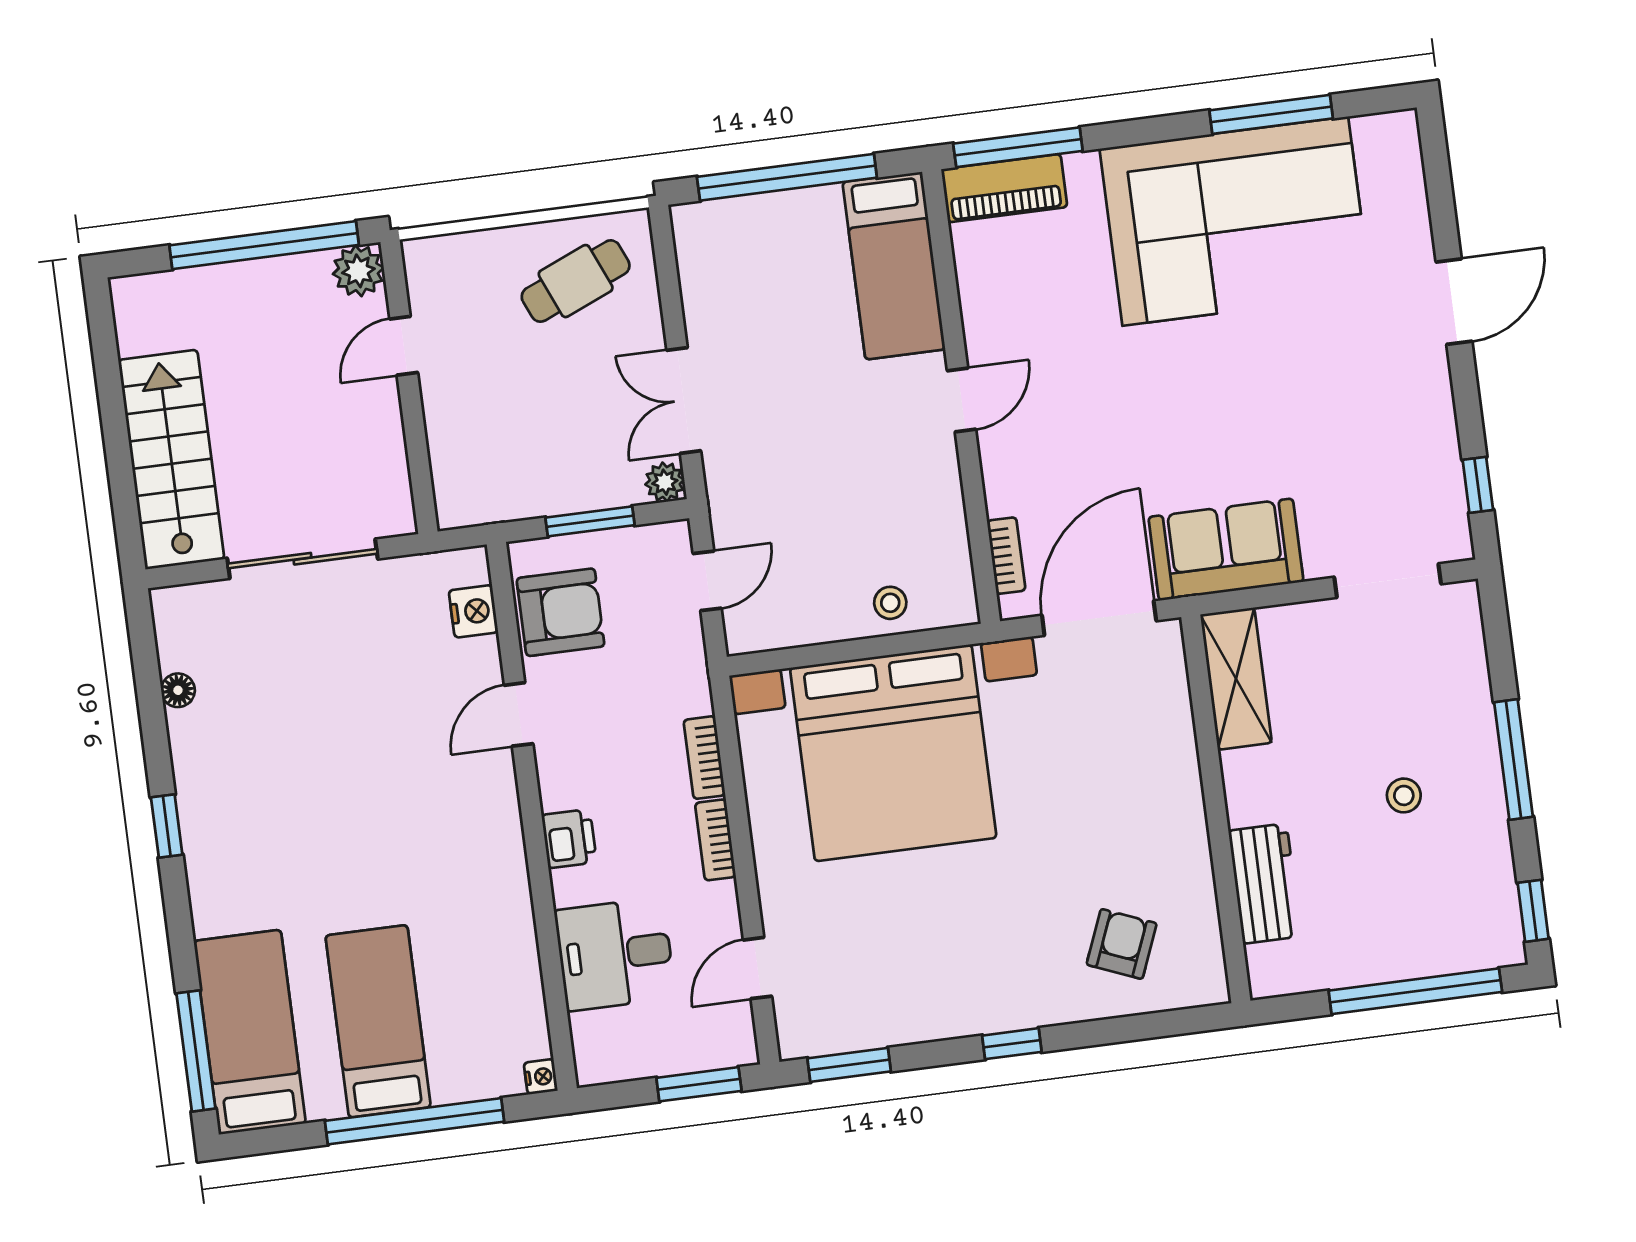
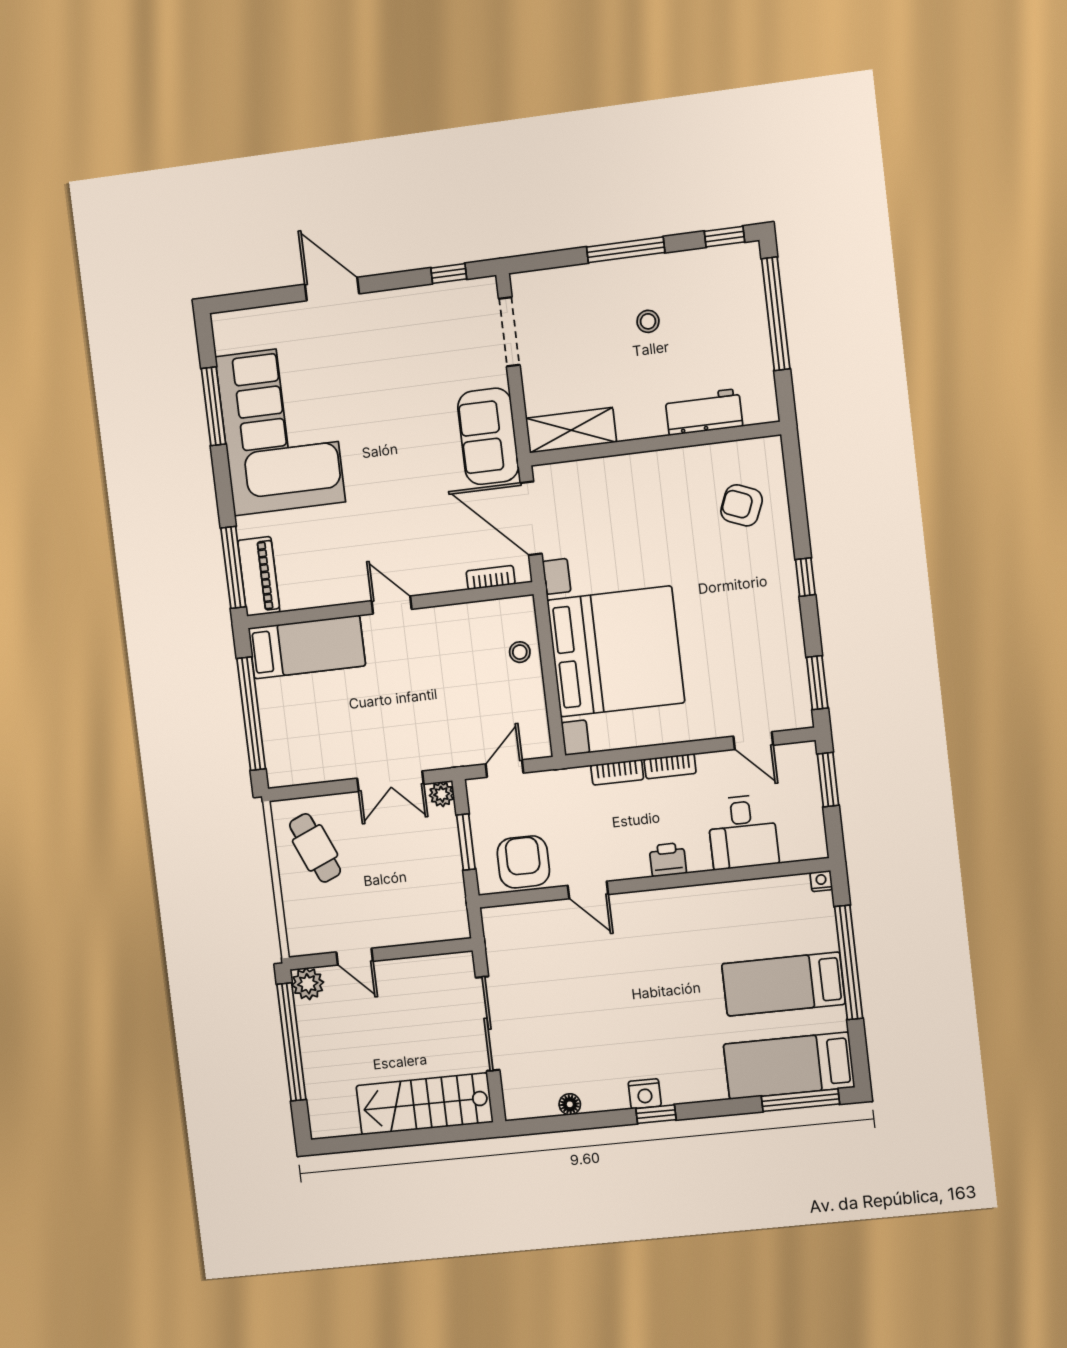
door: (707, 581) -> (504, 769), hinge flipped
nightstand: (473, 611) -> (645, 1094), moved, turned 180

